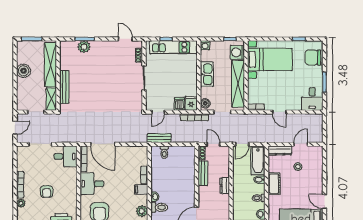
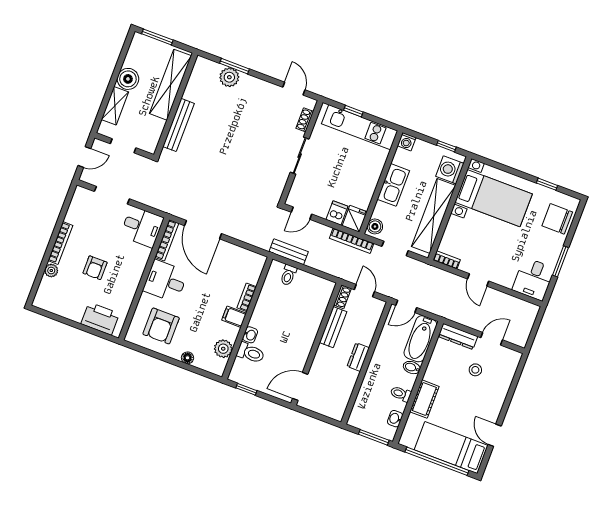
shelving: (51, 99) -> (115, 106), moved
cot: (274, 184) -> (424, 399), moved

